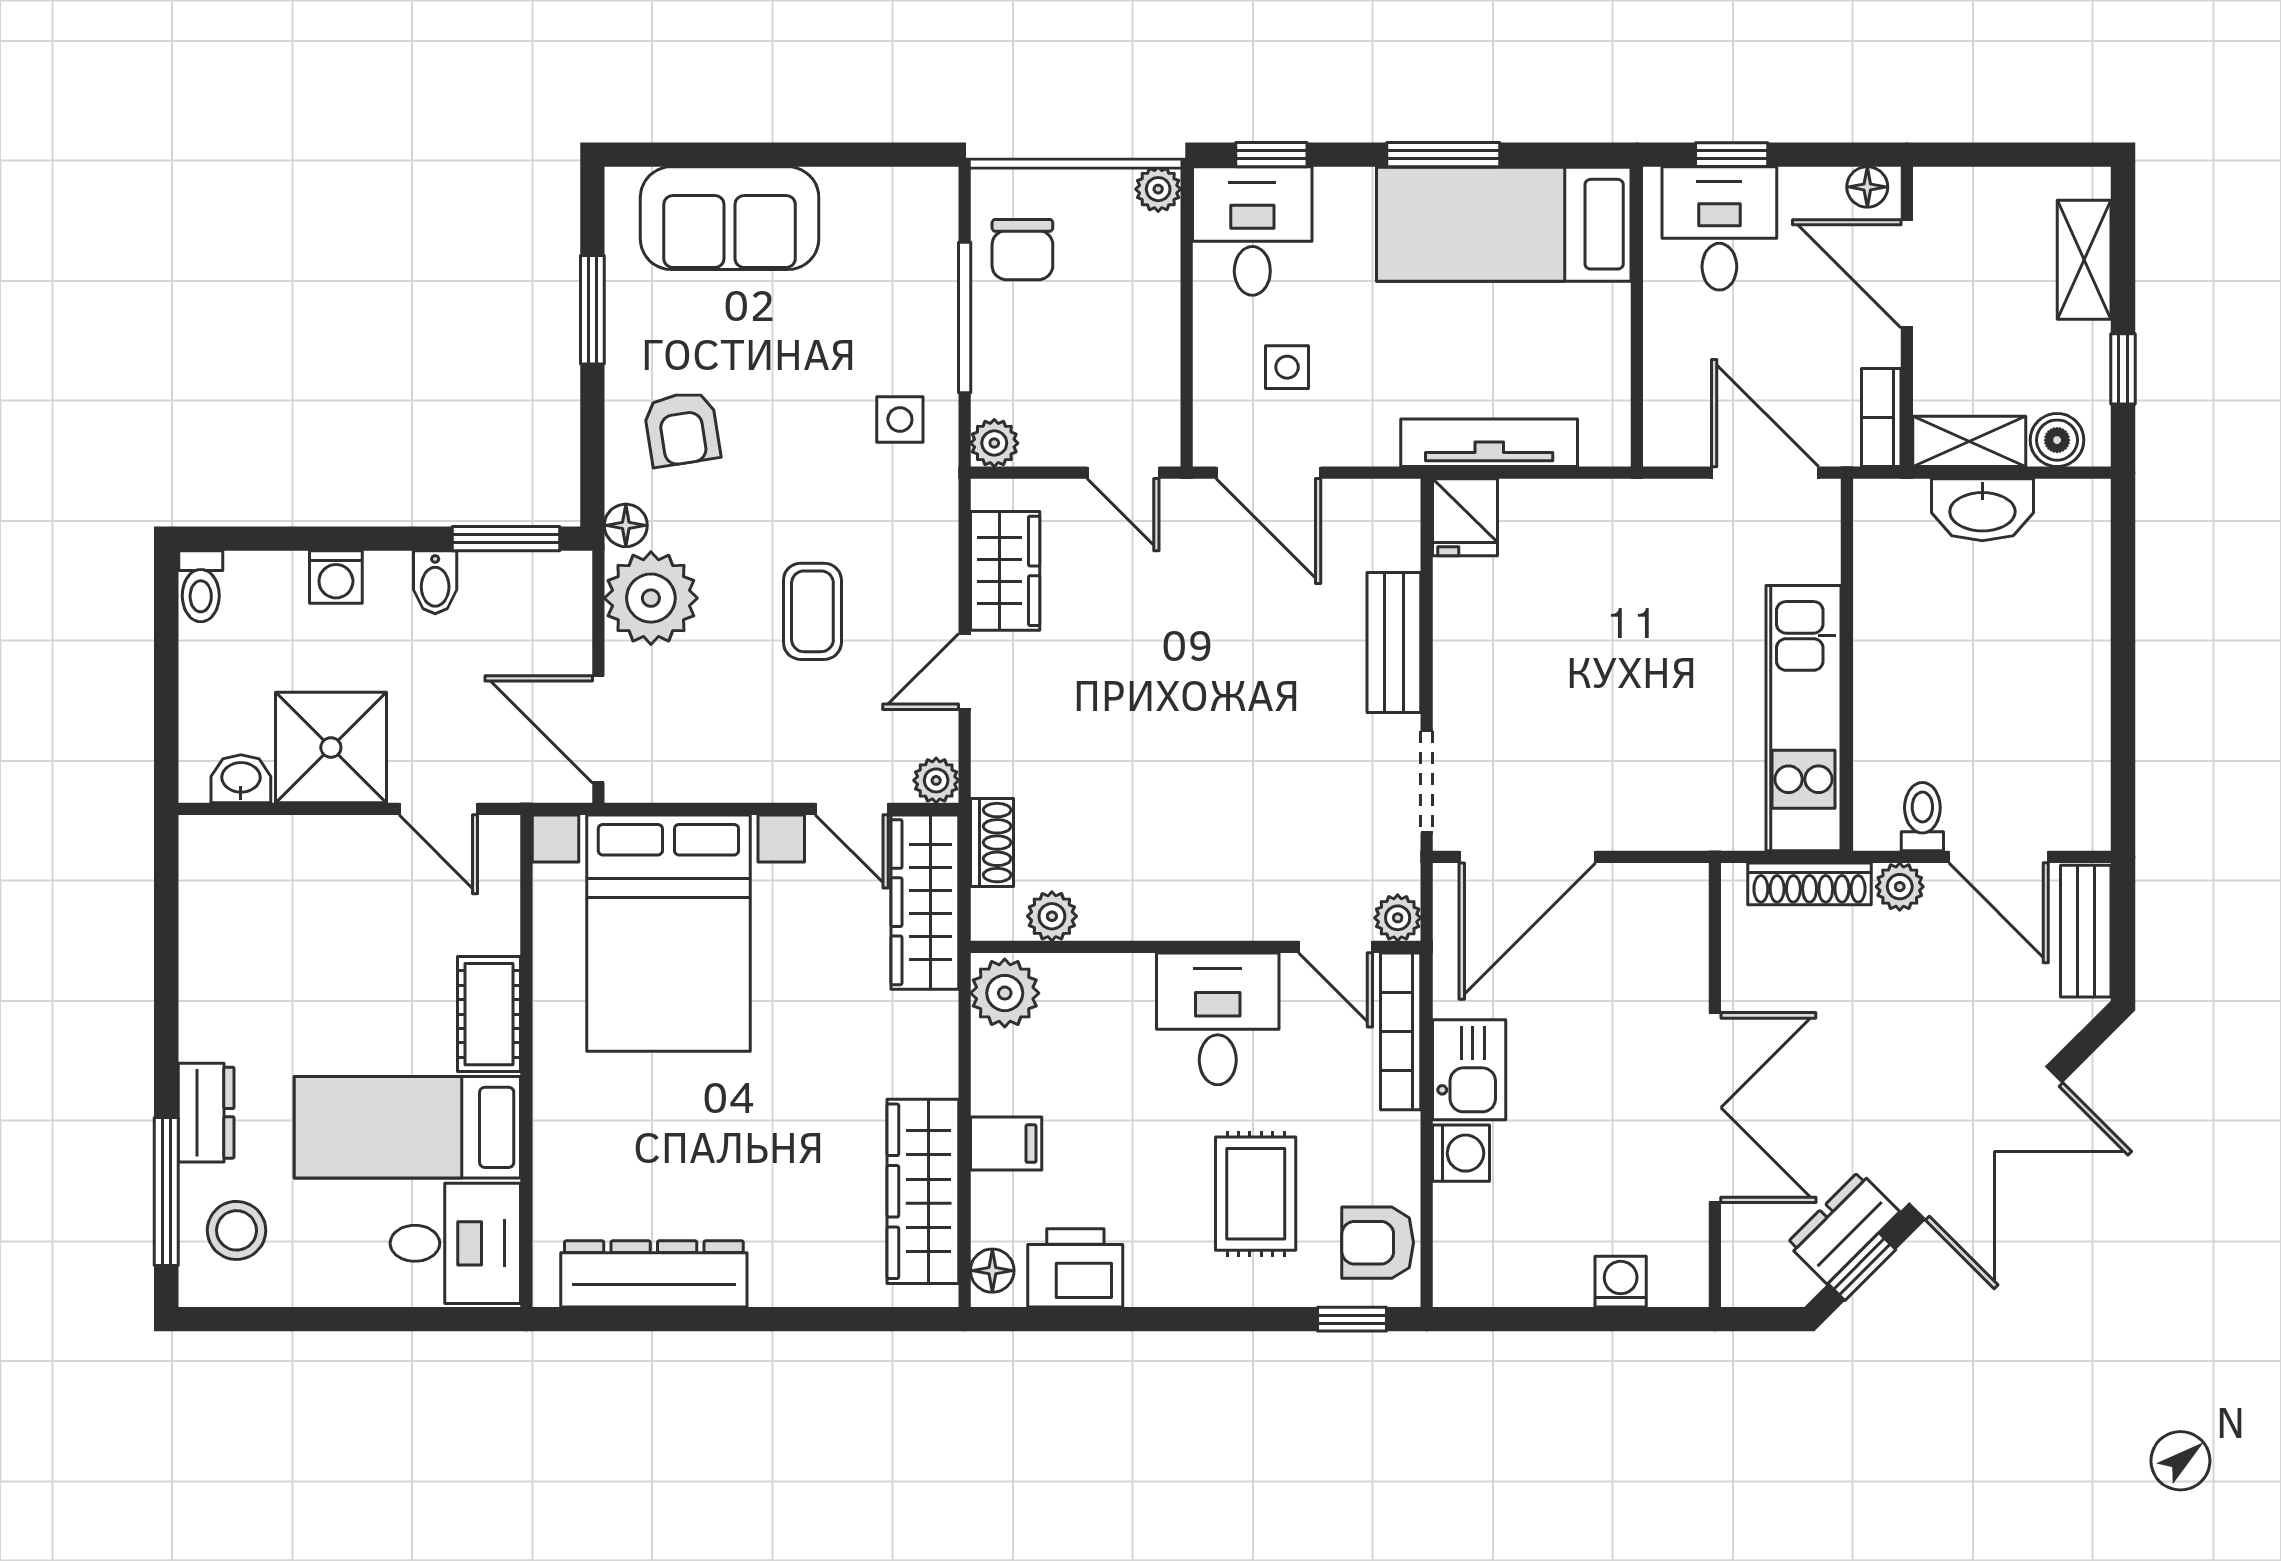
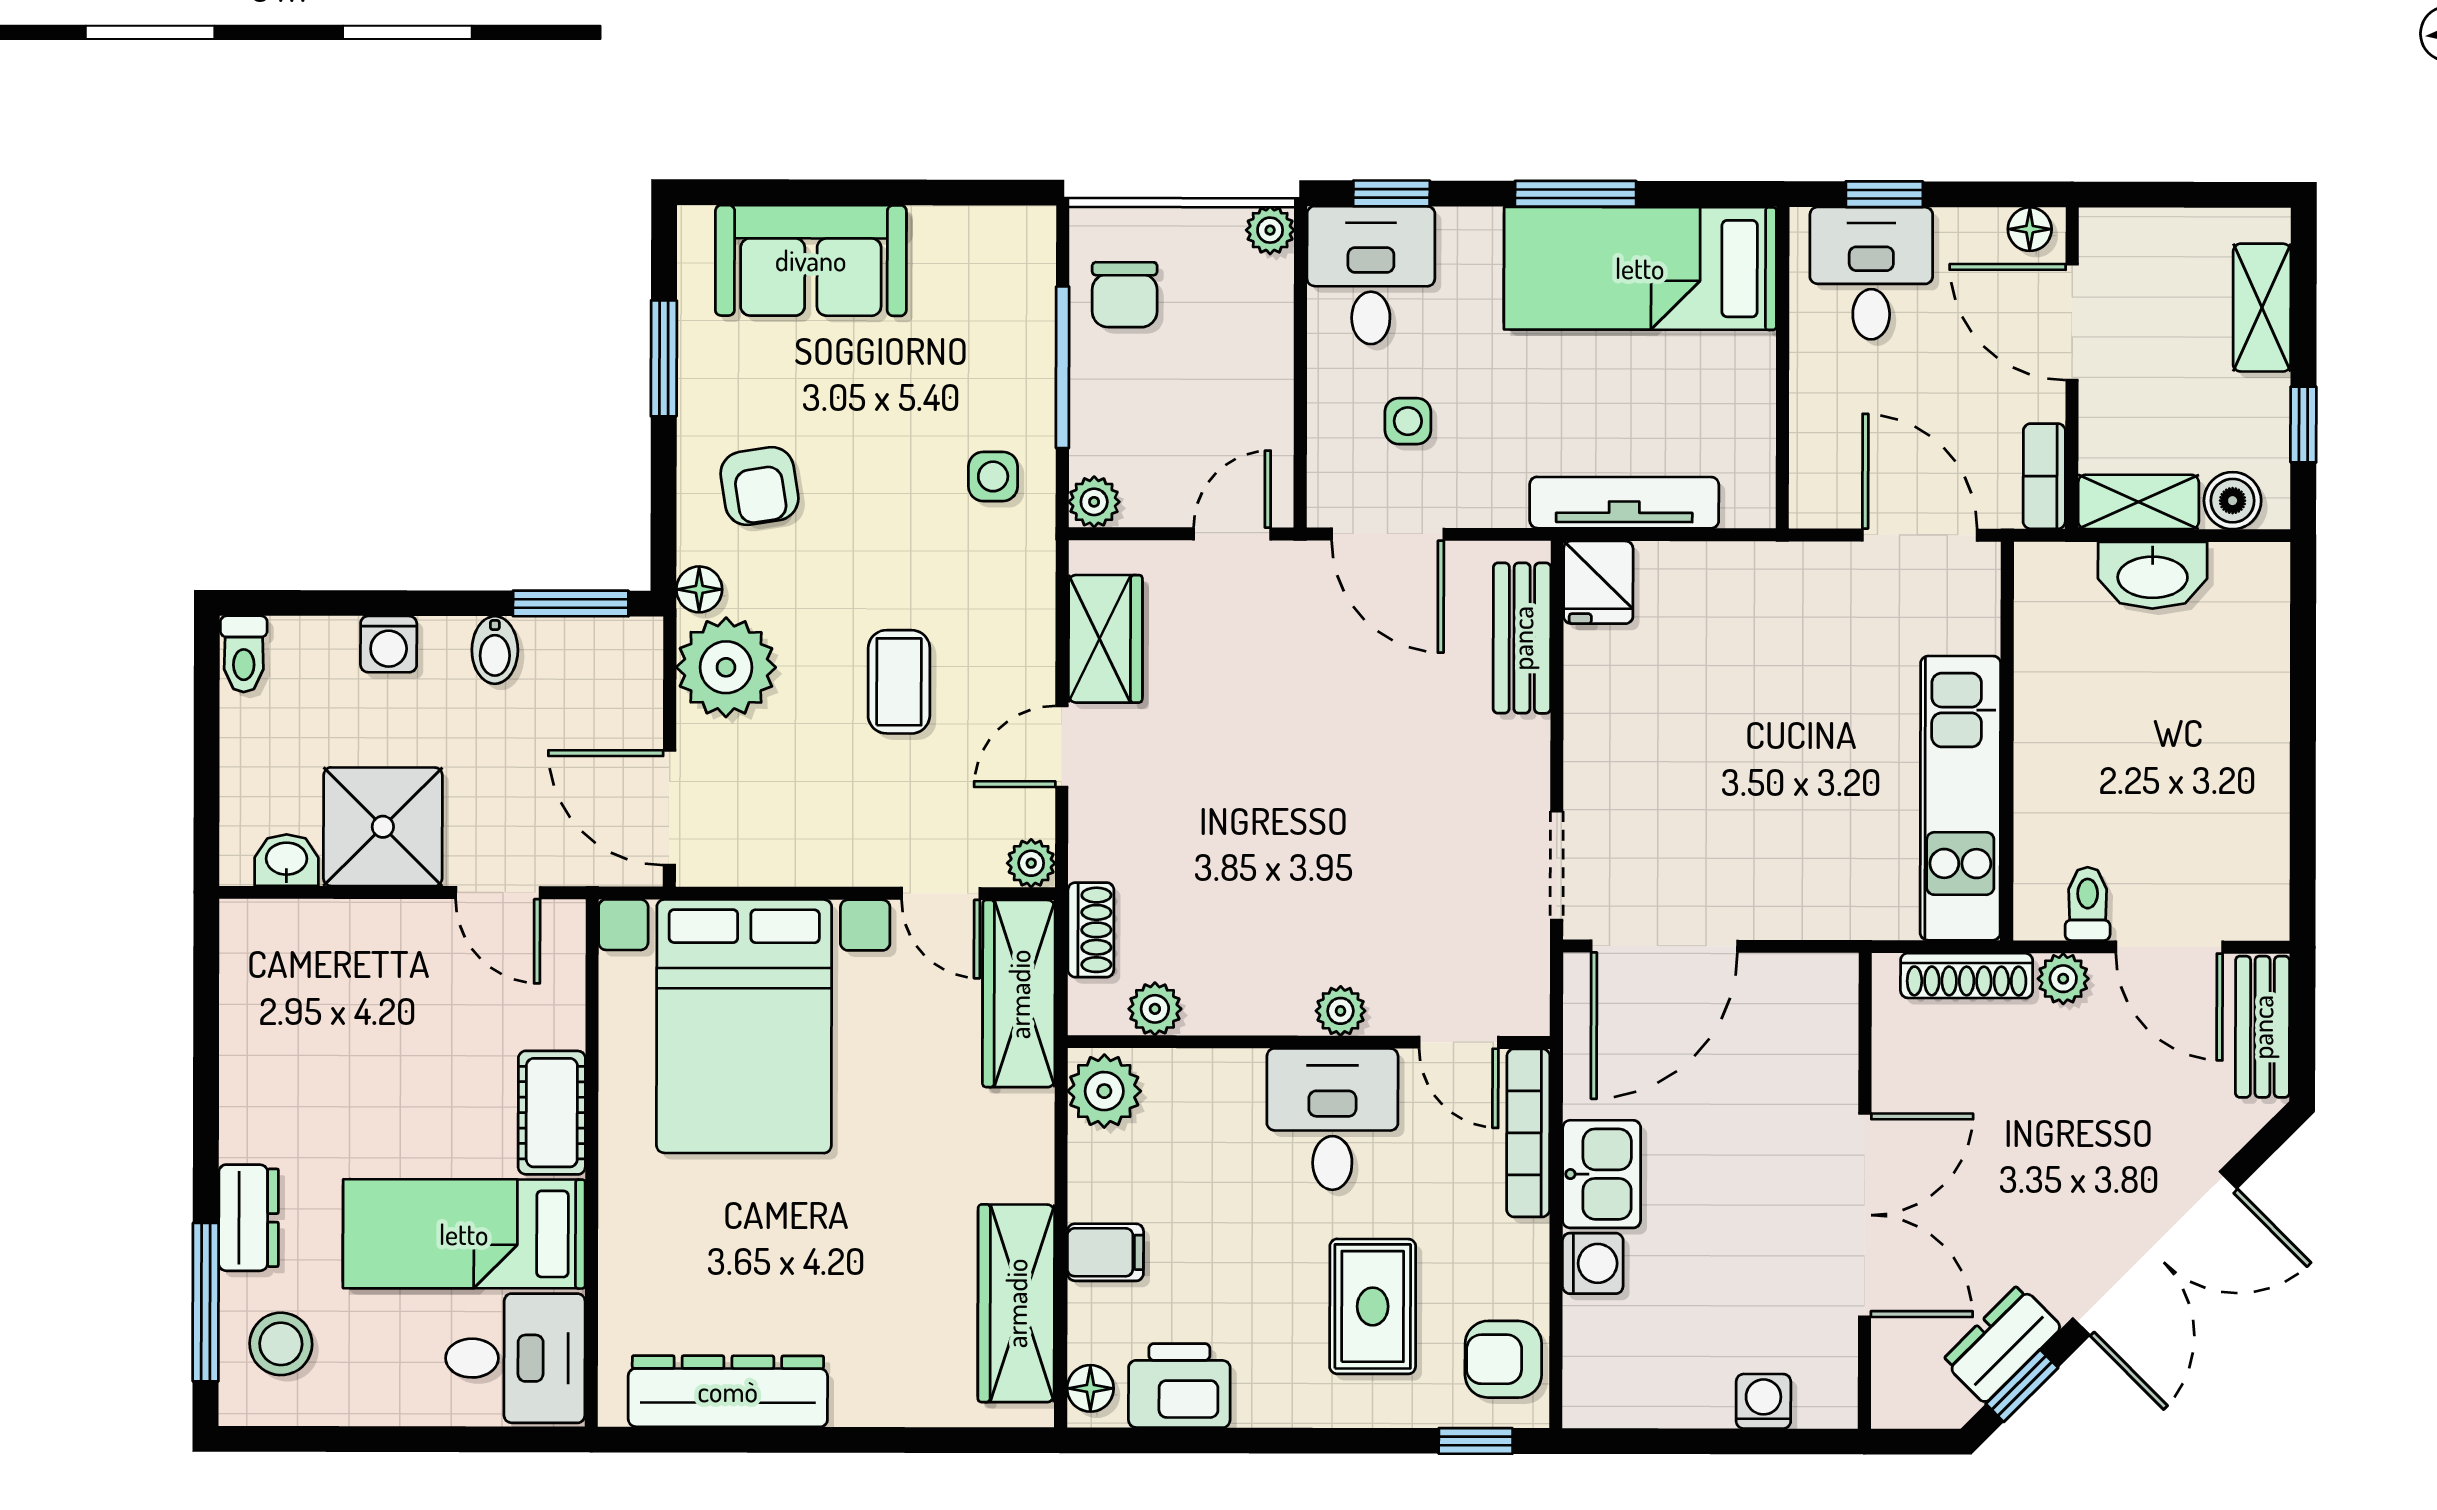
door: (1123, 473) -> (1232, 534), swing flipped
bench: (1394, 642) -> (1522, 638), moved
plant: (1398, 918) -> (1341, 1011), moved

